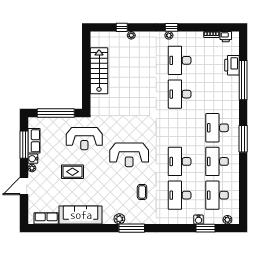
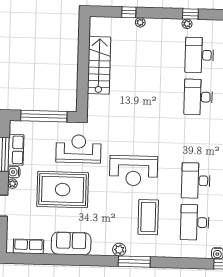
reception desk: (84, 139) -> (79, 149), turned 180
rug: (72, 172) -> (63, 190), width x1.86, depth x2.06
coffee table: (142, 192) -> (148, 217), width x1.86, depth x1.72
sofa: (81, 215) -> (71, 243), width x0.73

